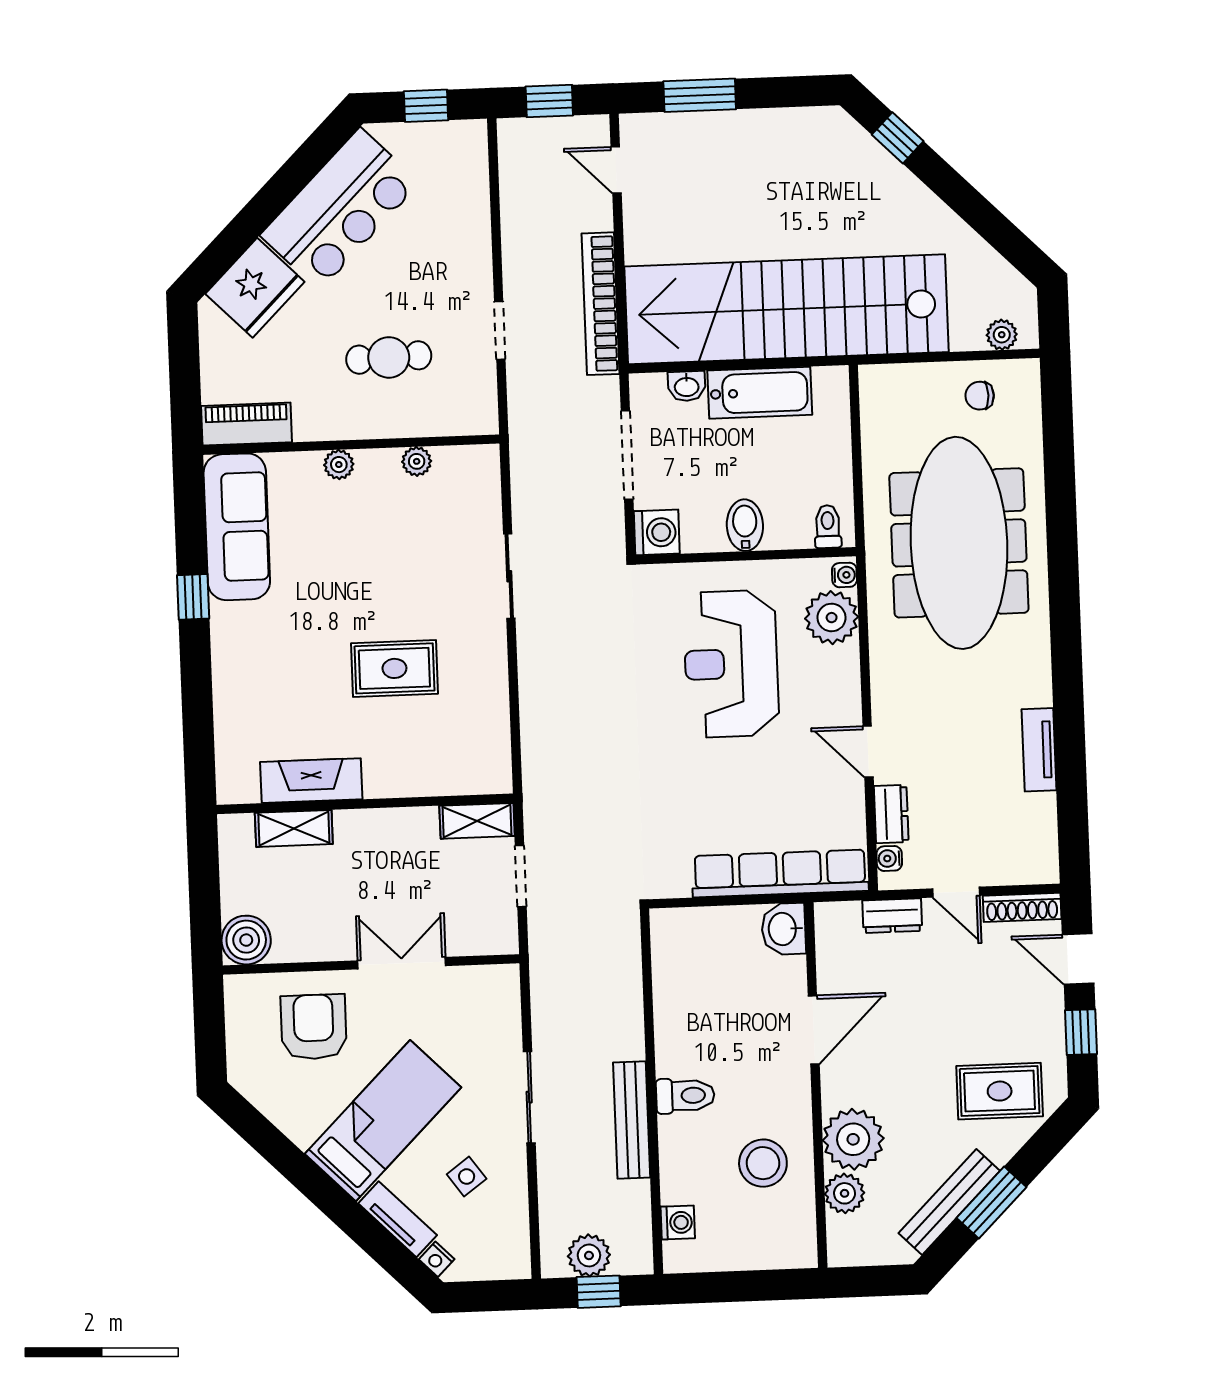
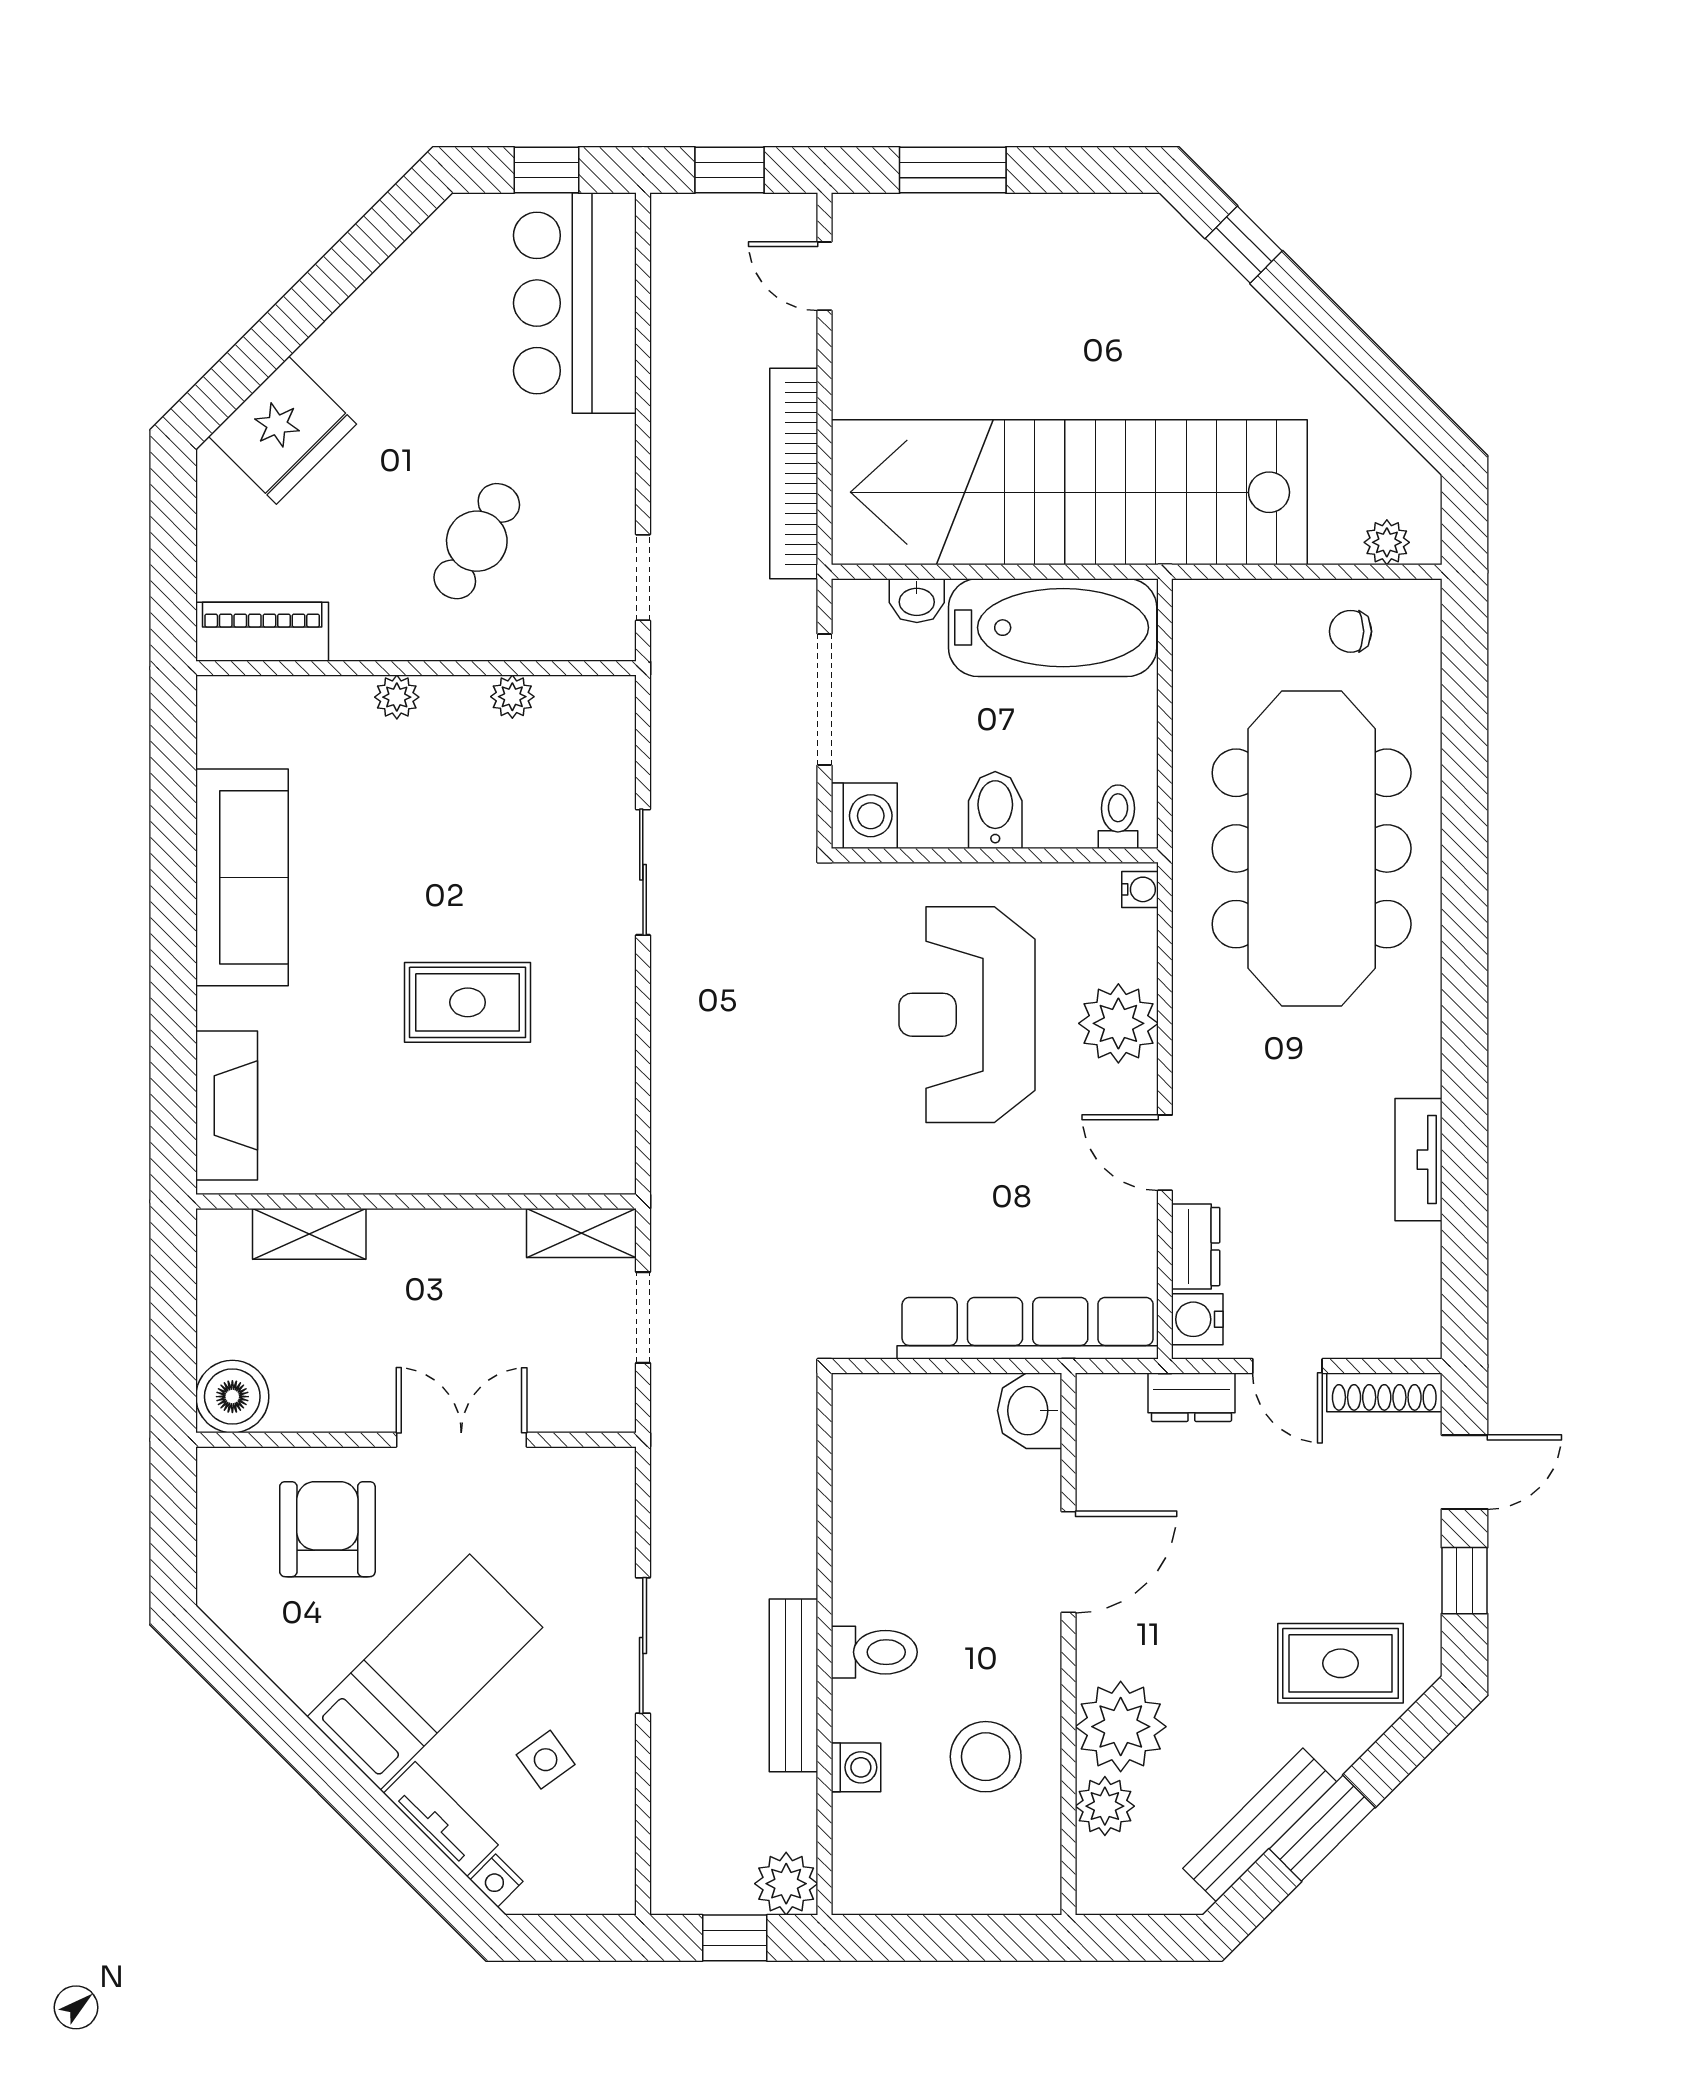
bar counter: (340, 209) -> (575, 303), moved, turned 135
doorway: (500, 330) -> (643, 578), moved
cafe table: (389, 357) -> (477, 541), turned -58
bathtub: (760, 393) -> (1053, 628), width x1.36, depth x1.36
sofa: (237, 527) -> (242, 877), moved
window: (193, 597) -> (173, 885), removed
plant: (832, 618) -> (1118, 1023), moved
fireplace: (311, 781) -> (227, 1105), moved, turned 90
water cooler: (889, 858) -> (1197, 1319), width x1.38, depth x1.38
door: (1078, 959) -> (1464, 1472), swing flipped
washing machine: (678, 1223) -> (856, 1767), moved
plant: (589, 1255) -> (786, 1884), moved

